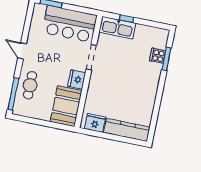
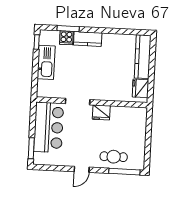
window: (127, 19) -> (37, 42), moved
kitchen sink: (117, 28) -> (46, 62), moved
kitchen counter: (153, 77) -> (88, 39), added
booth: (66, 106) -> (129, 119), removed

